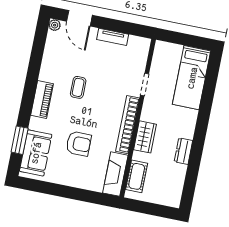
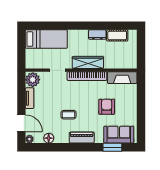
door: (79, 18) -> (21, 123), hinge flipped
plant: (138, 47) -> (33, 80), added
floor lamp: (51, 53) -> (49, 138), added
wardrobe: (145, 137) -> (88, 63), width x1.50
cot: (137, 176) -> (117, 35), moved

